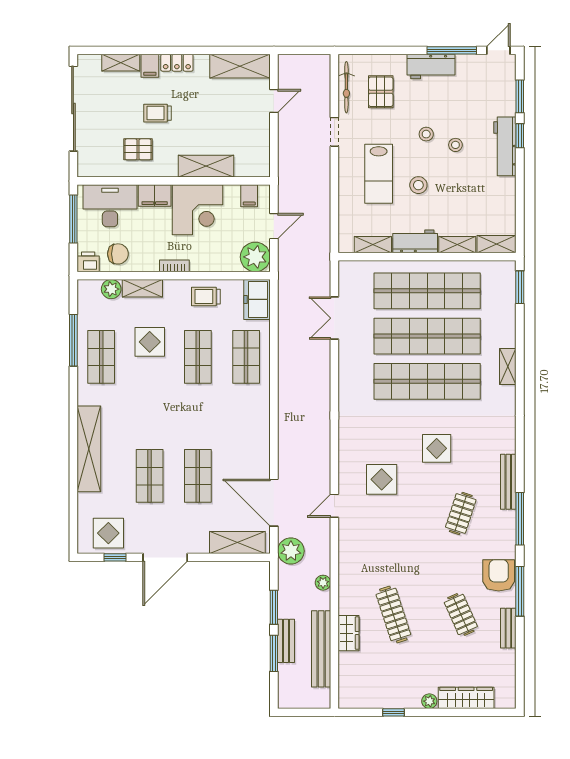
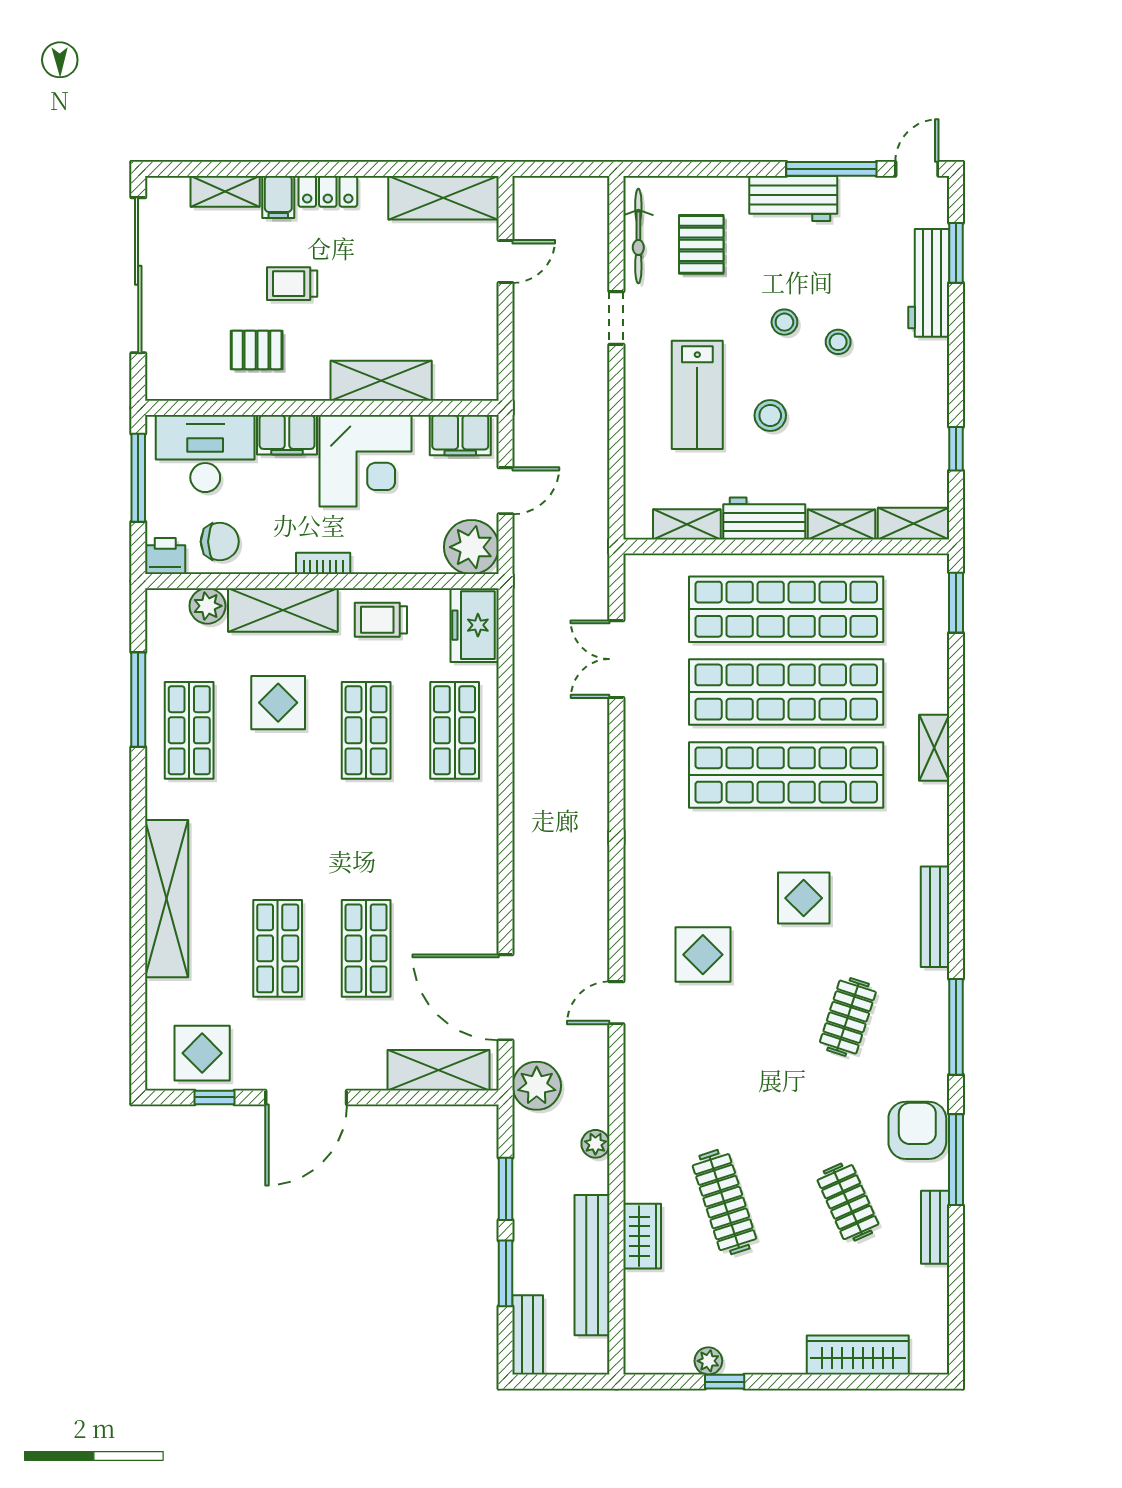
window: (520, 136) -> (956, 449), moved
workbench: (505, 146) -> (929, 283), moved
filing cabinet: (249, 196) -> (460, 435), width x2.00
shelving: (142, 288) -> (283, 610), width x1.50, depth x1.33
bench: (508, 482) -> (935, 917), moved
bench: (286, 641) -> (528, 1335), moved
plant: (429, 701) -> (708, 1361), moved

